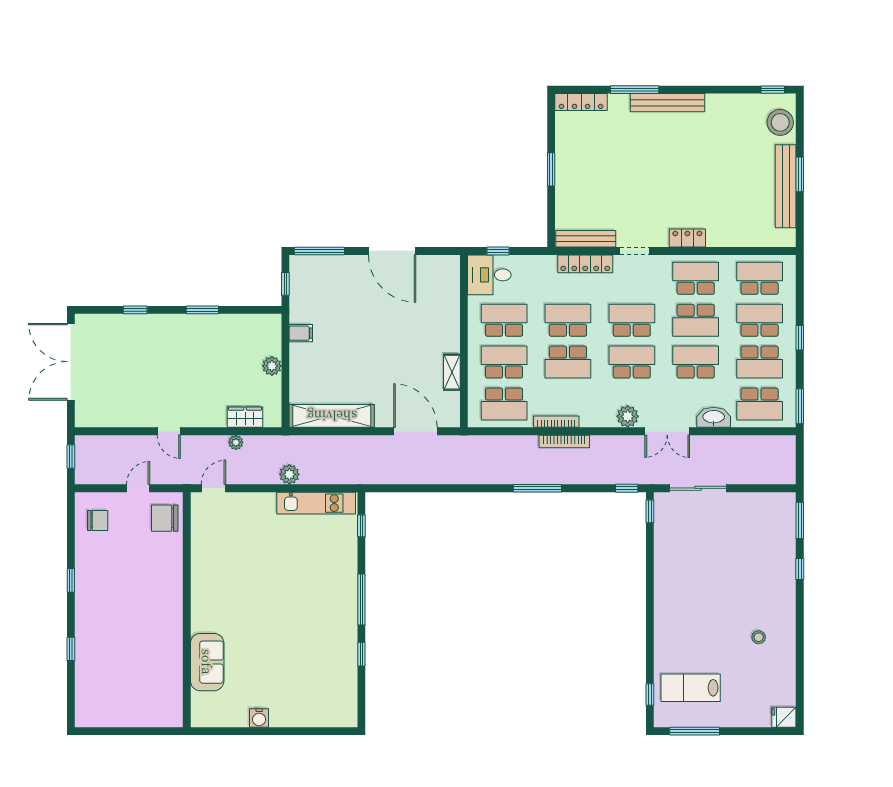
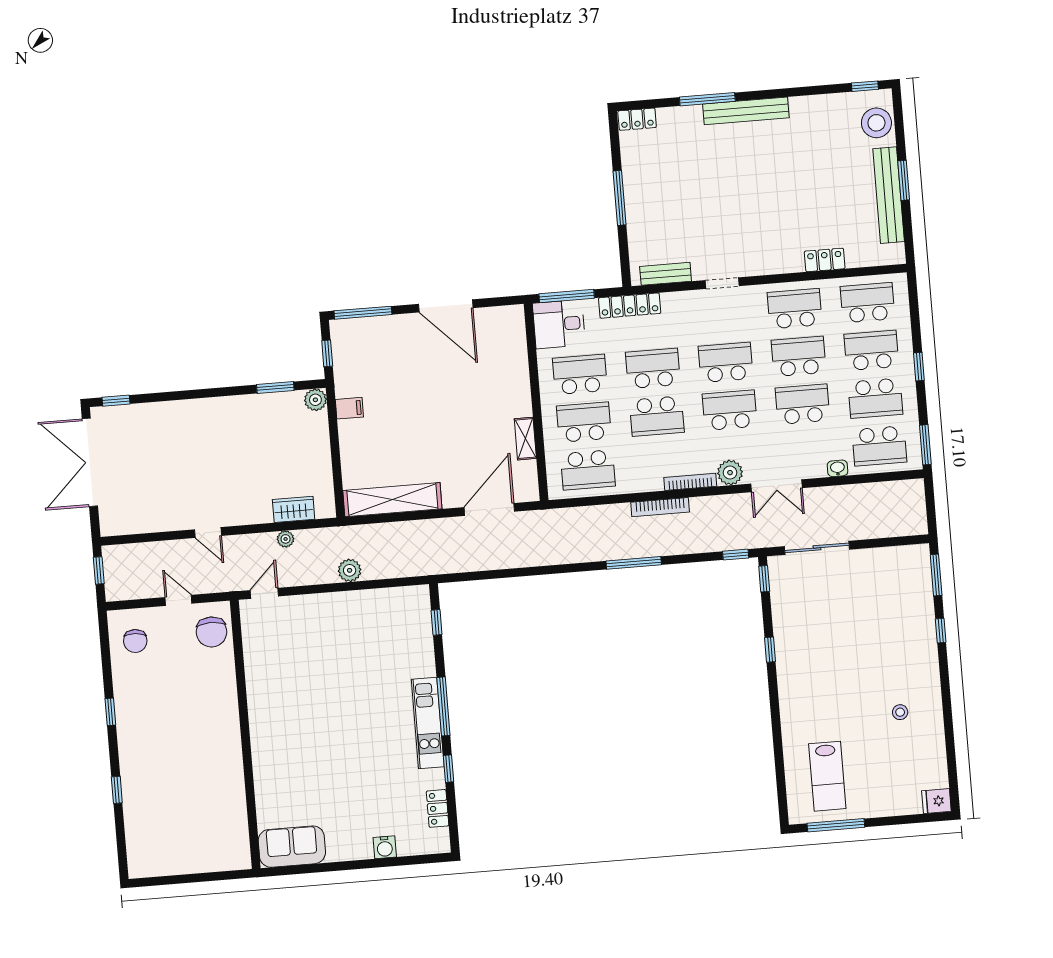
locker: (581, 102) -> (637, 119), width x0.66
window: (551, 169) -> (620, 198), width x1.44
locker: (687, 238) -> (825, 260), moved
bench: (586, 239) -> (666, 274), width x0.73
window: (498, 251) -> (567, 296), width x2.17
locker: (585, 264) -> (630, 306), moved
window: (135, 310) -> (116, 401), moved
window: (202, 310) -> (275, 388), moved
school desk: (696, 320) -> (799, 356), turned 180
plant: (272, 366) -> (315, 400), moved
washbasin: (714, 417) -> (838, 468), width x0.52, depth x0.69
bookcase: (556, 422) -> (690, 482), moved
door: (415, 431) -> (489, 509), hinge flipped
door: (138, 488) -> (178, 600), hinge flipped
kitchen unit: (316, 503) -> (428, 723), moved, turned 90
chair: (165, 518) -> (212, 632), turned -90
chair: (98, 521) -> (135, 641), turned 93
sofa: (207, 662) -> (292, 847), moved, turned -90
locker: (349, 688) -> (438, 808), added
lab bench: (691, 688) -> (827, 776), turned -90
window: (650, 695) -> (770, 650), moved
water cooler: (259, 718) -> (385, 847), moved

